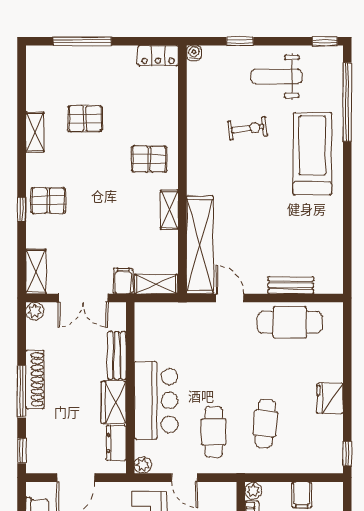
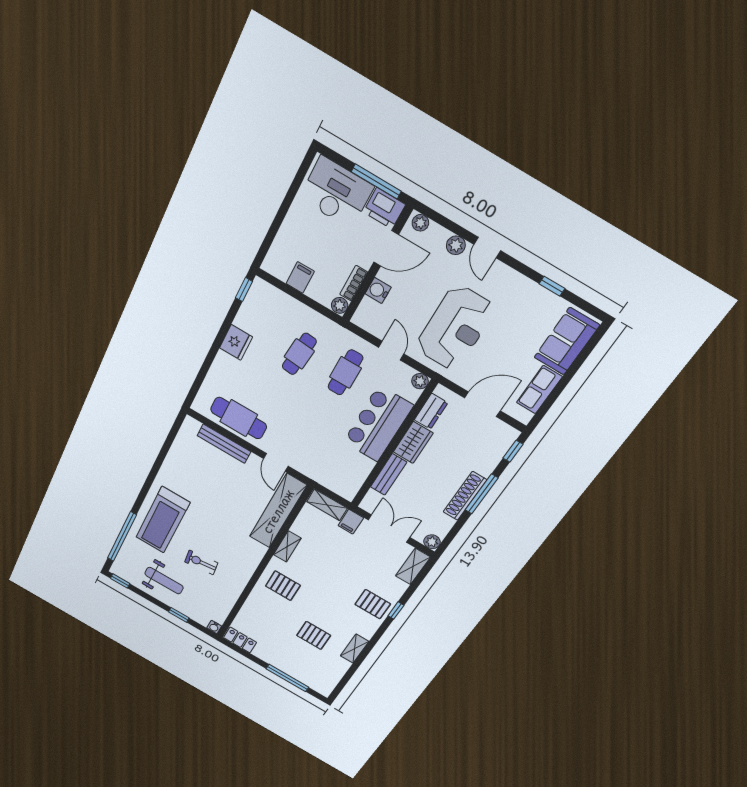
bench: (291, 285) -> (224, 444), width x1.36

